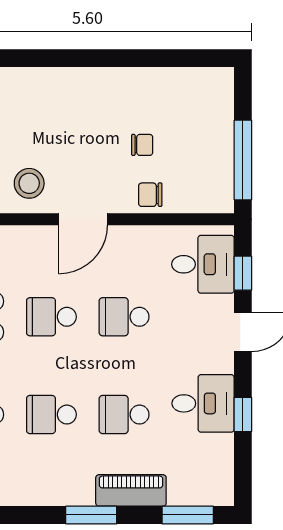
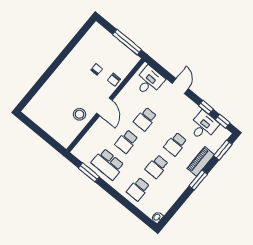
window: (243, 273) -> (223, 121), moved
desk: (203, 403) -> (203, 126), moved

